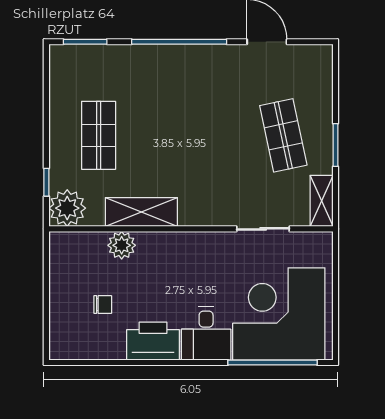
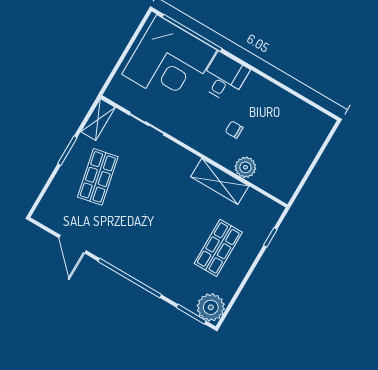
plant: (67, 208) -> (211, 307), moved
chair: (103, 305) -> (234, 130), moved
printer: (153, 341) -> (262, 93), removed

